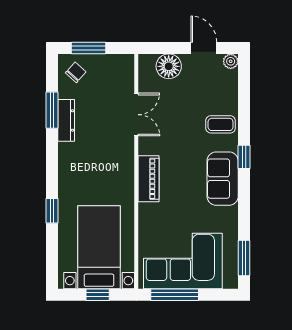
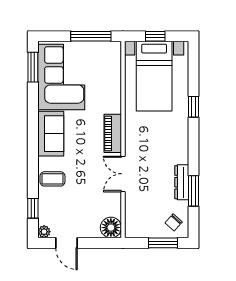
floor lamp: (169, 66) -> (111, 228), moved
double door: (136, 115) -> (123, 174), moved
window: (244, 157) -> (33, 208), moved
corner sofa: (183, 261) -> (61, 77), moved, turned -90

